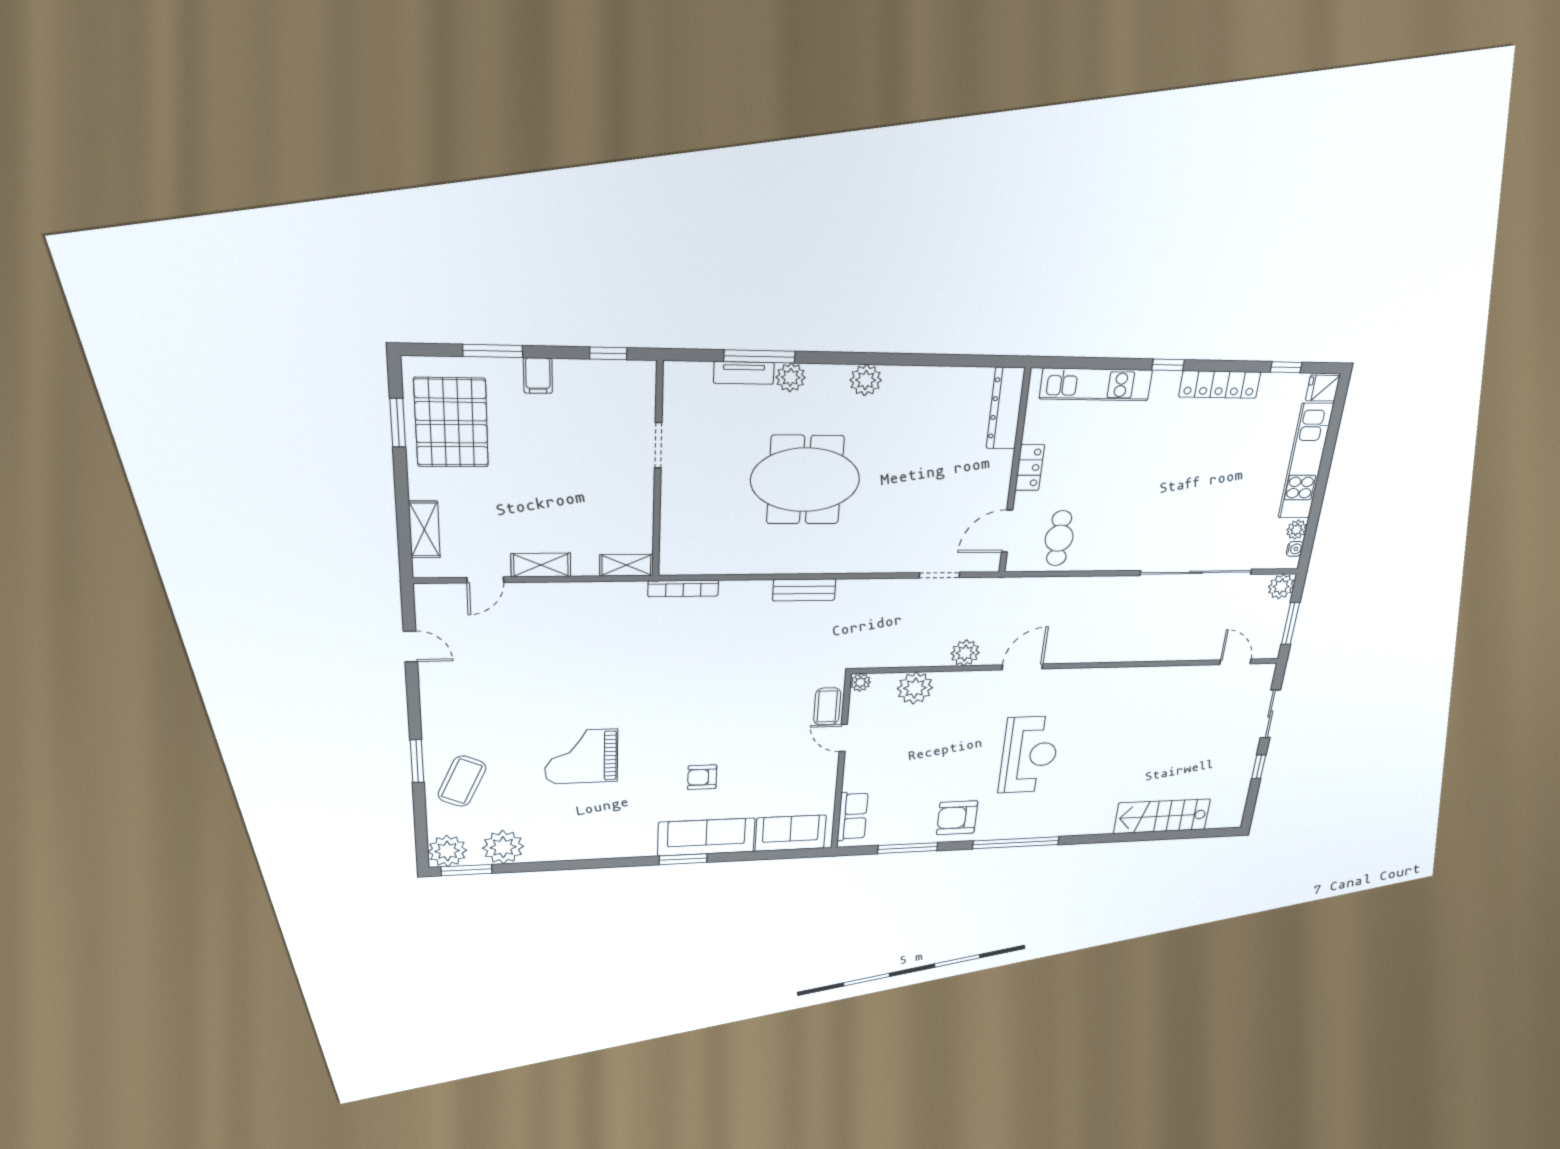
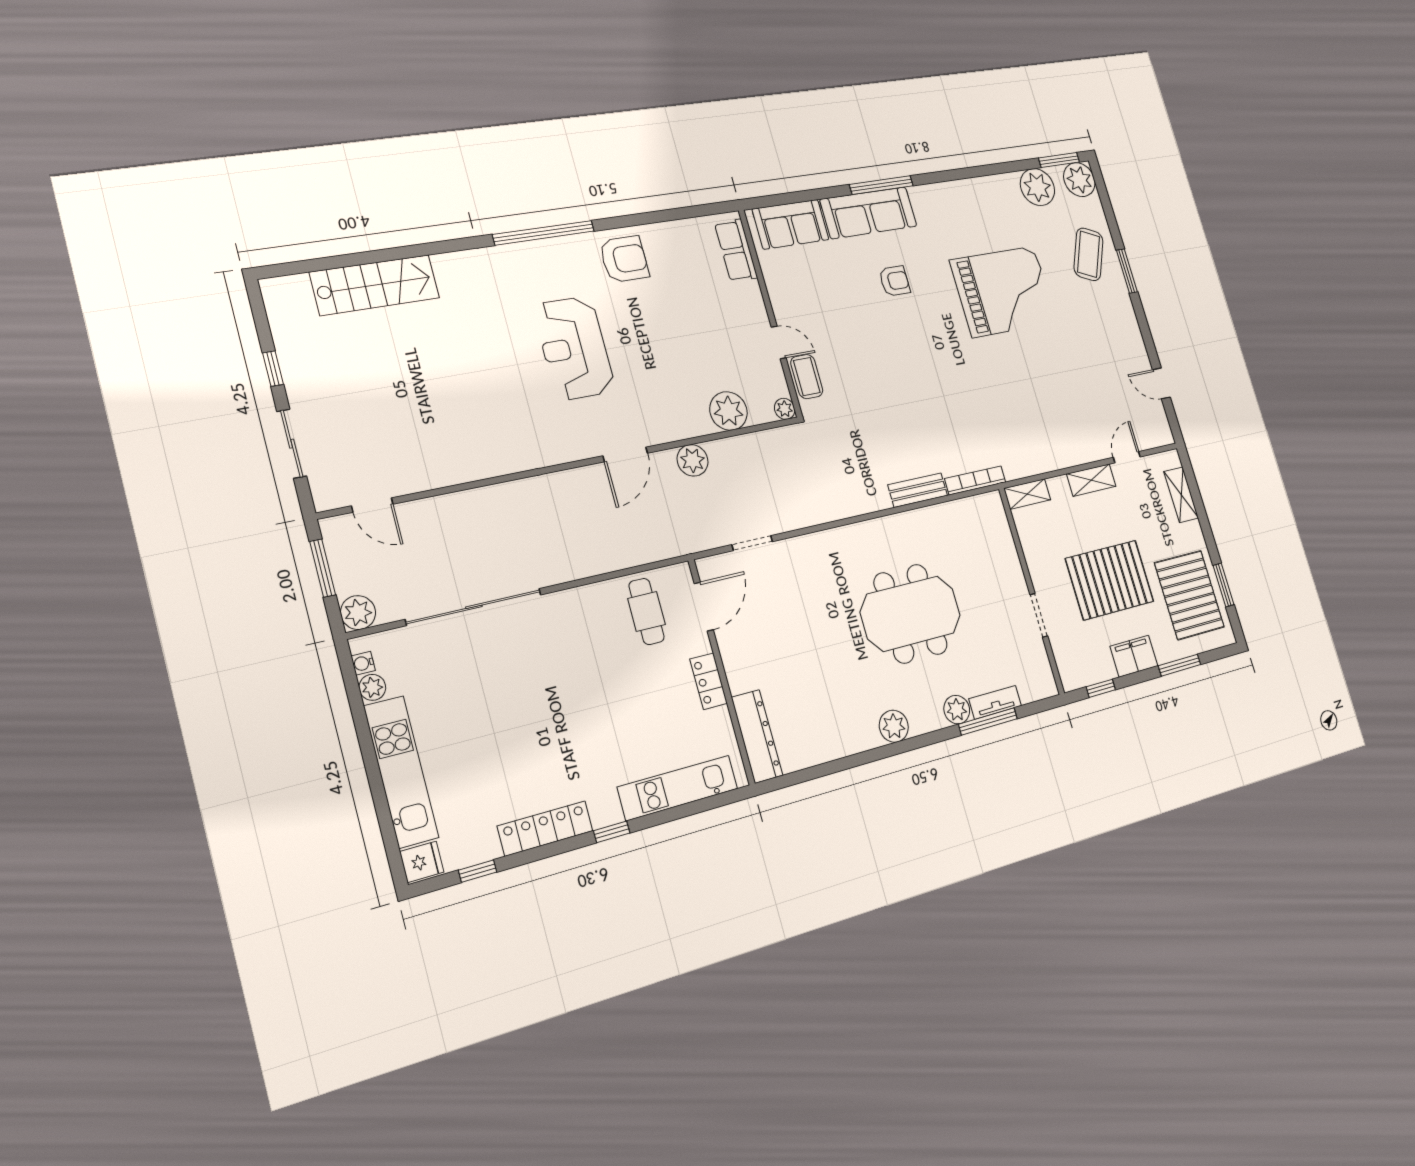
filing cabinet: (538, 376) -> (1134, 656), width x2.00
pallet: (555, 461) -> (1110, 580), added
bench: (804, 590) -> (918, 490), moved
grand piano: (581, 757) -> (1004, 291), width x1.37, depth x1.48
window: (908, 848) -> (664, 216), removed
window: (683, 859) -> (881, 185), width x1.44

